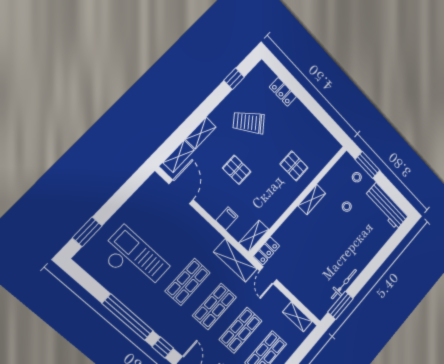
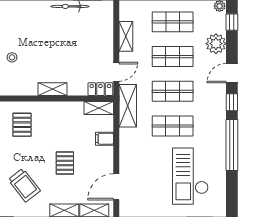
shelving: (312, 199) -> (52, 89), moved
shelving: (297, 317) -> (126, 36), moved

